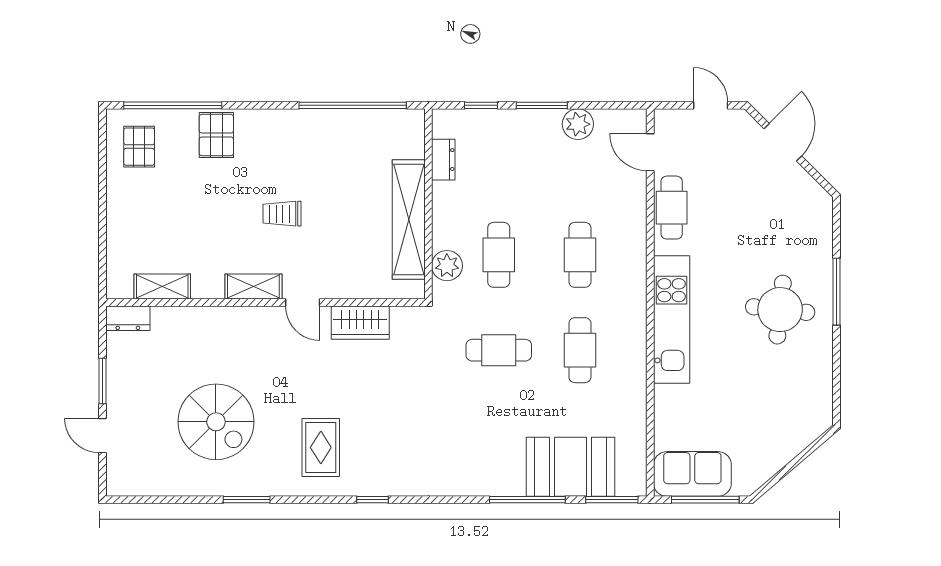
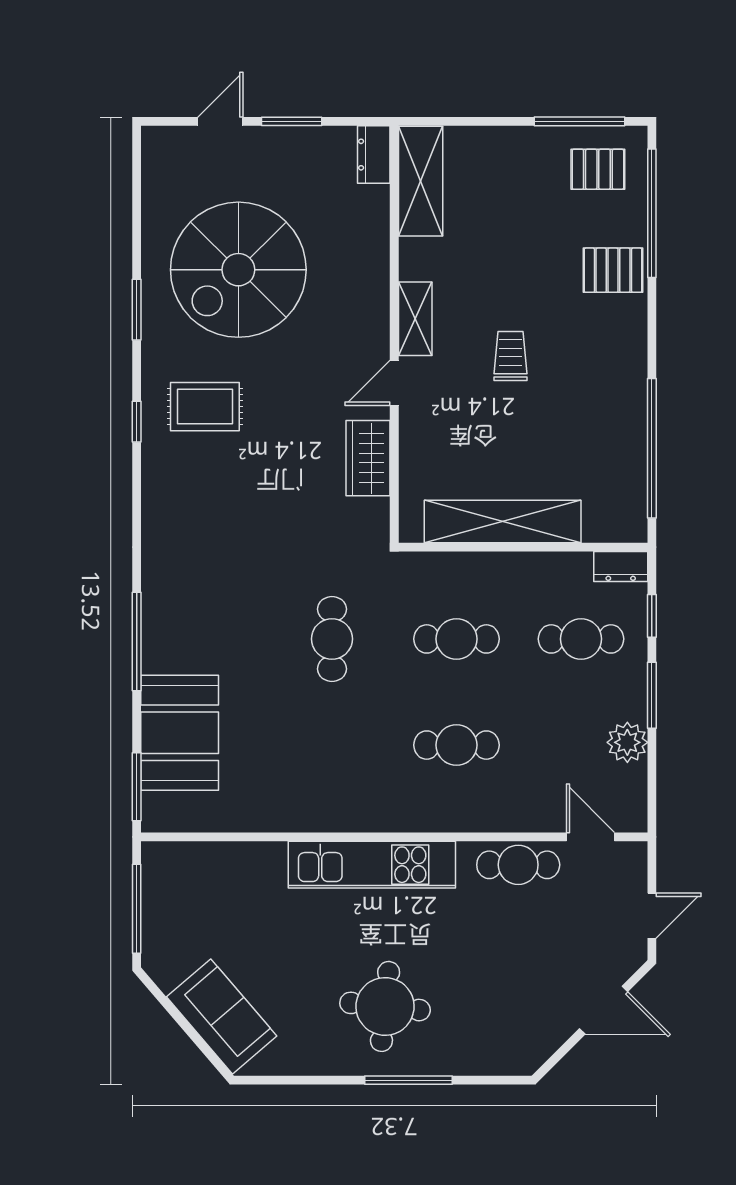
door: (650, 152) -> (591, 837), hinge flipped
dresser: (443, 160) -> (621, 567), moved
window: (102, 161) -> (579, 121), added
plant: (447, 266) -> (442, 571), removed
shelving: (162, 287) -> (421, 181), width x1.50, depth x1.33
cafe table: (580, 350) -> (581, 639), moved
spiral stairs: (216, 422) -> (238, 270), width x1.37, depth x1.37
sofa: (692, 474) -> (222, 1016), moved, turned -41
window: (372, 500) -> (137, 422), moved
window: (527, 500) -> (137, 641), moved

